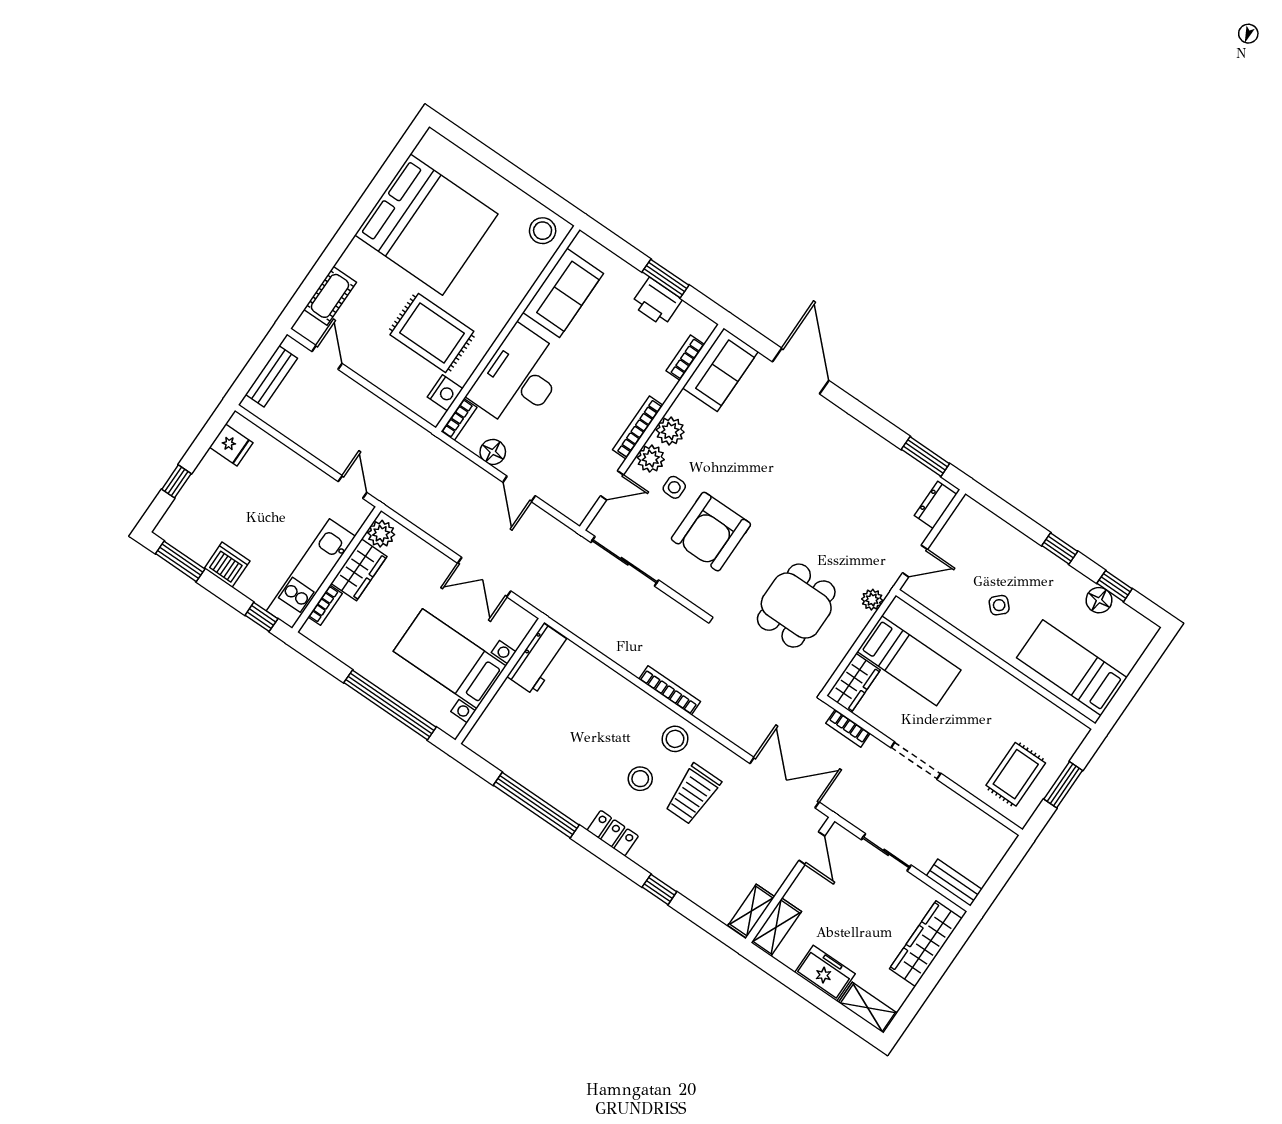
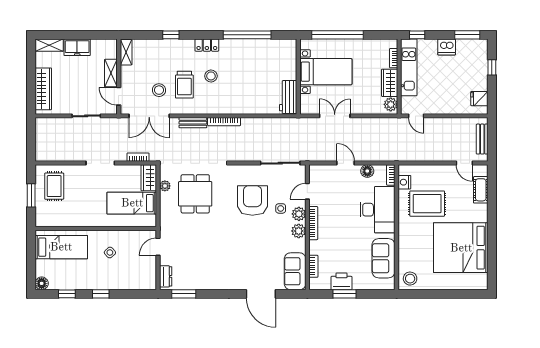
plant: (872, 600) -> (165, 186), moved
floor lamp: (1099, 600) -> (42, 283), moved
stool: (675, 739) -> (159, 90), moved
trolley: (693, 794) -> (184, 85), turned 180
bench: (954, 883) -> (193, 123), moved
shelving: (776, 927) -> (111, 73), moved

